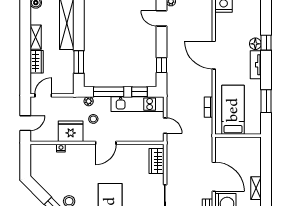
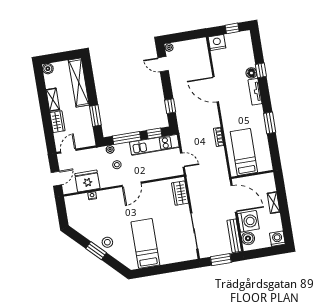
bed: (233, 110) -> (244, 152), moved
fridge: (71, 131) -> (87, 181), moved
wall: (238, 136) -> (252, 174), moved

